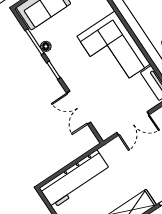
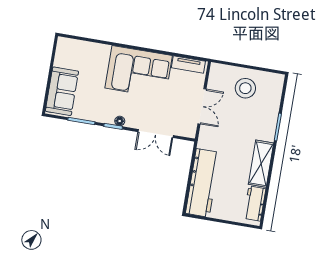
floor lamp: (46, 46) -> (120, 121), moved

